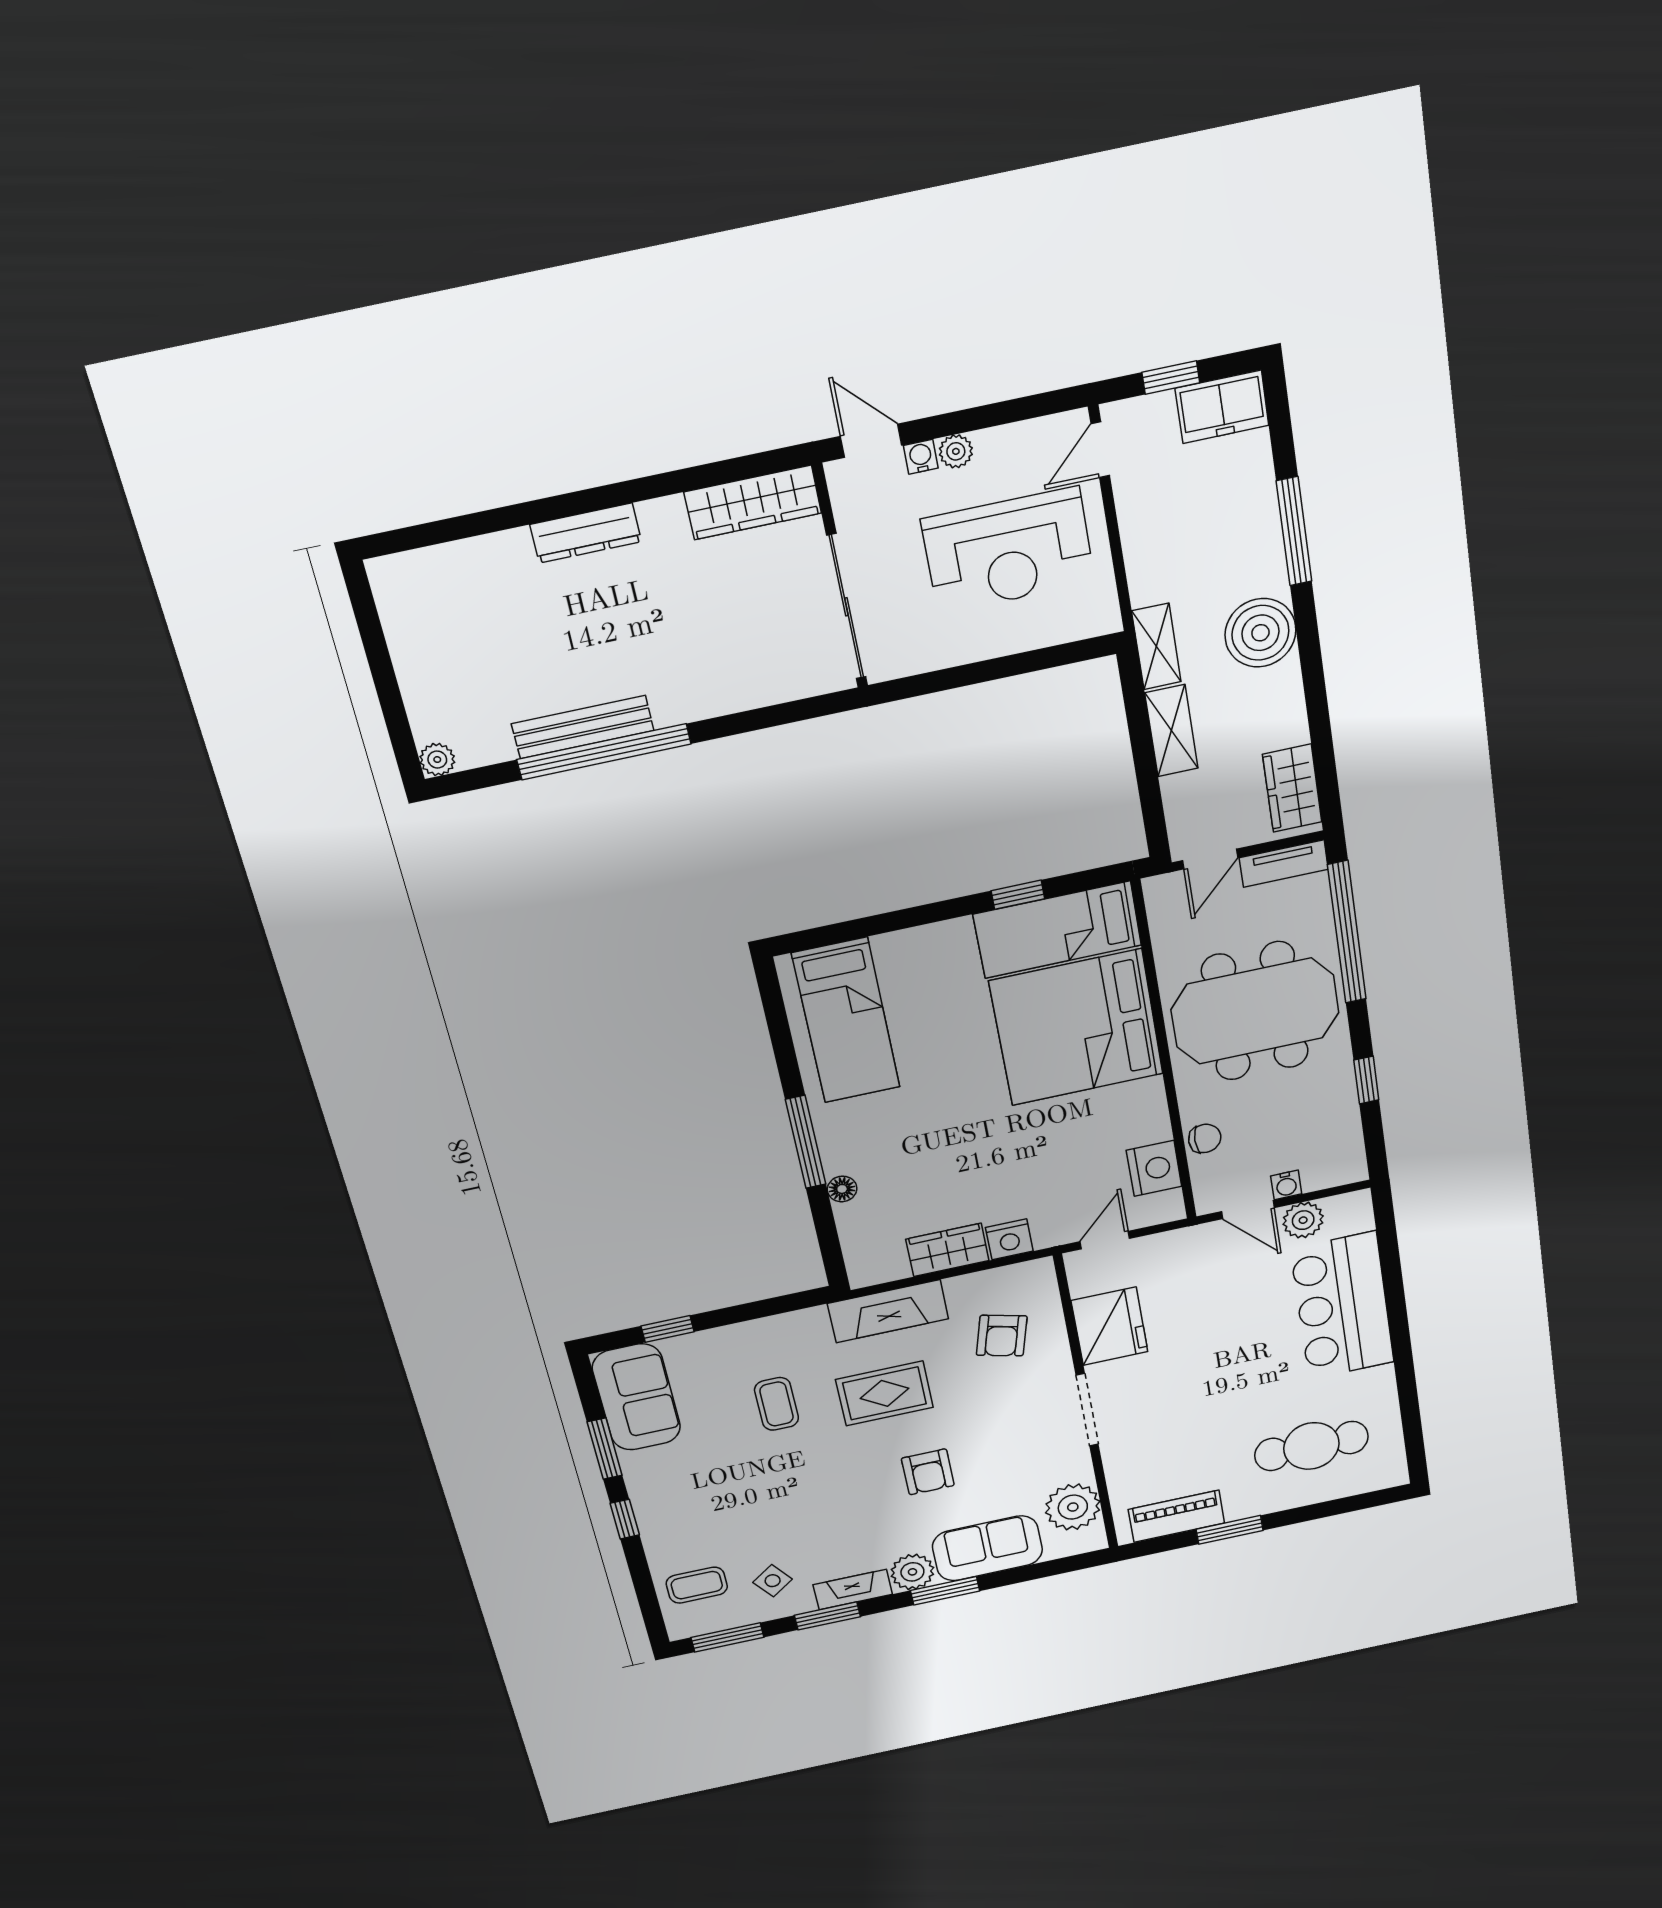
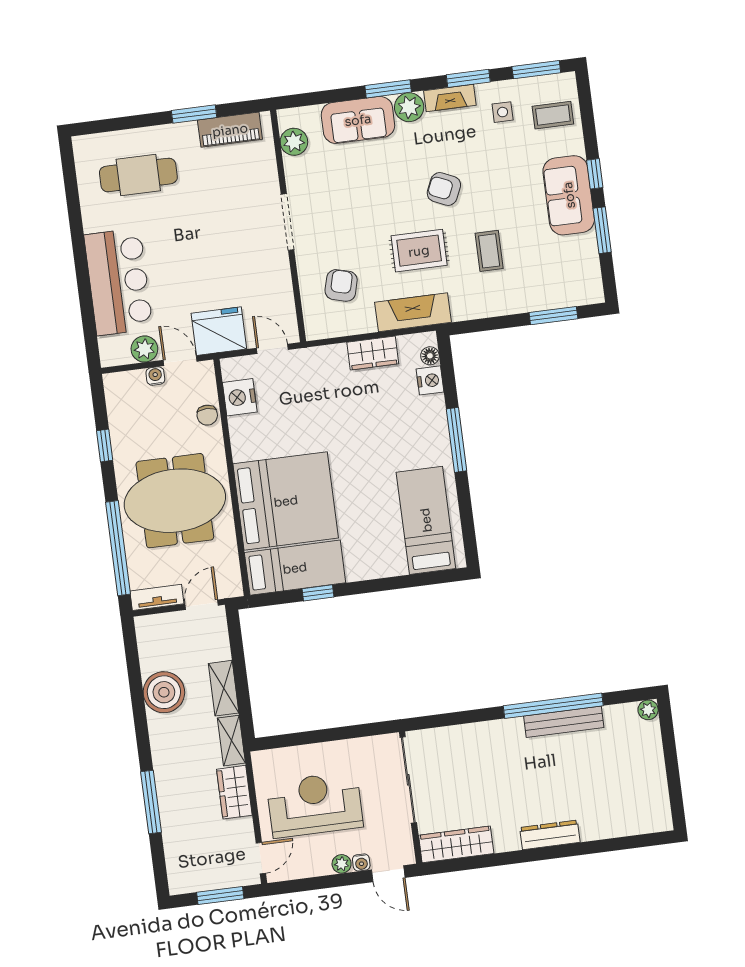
window: (1171, 377) -> (220, 895), width x1.50
freezer: (1222, 407) -> (192, 877), removed
boiler: (1260, 633) -> (164, 692), moved
wardrobe: (1292, 788) -> (234, 792), moved, turned 180
chair: (1205, 1138) -> (207, 415), turned -90
floor lamp: (842, 1189) -> (430, 356), moved
nightstand: (1009, 1239) -> (430, 380), moved, turned 90
door: (1105, 1240) -> (272, 349), swing flipped
fridge: (1110, 1326) -> (219, 331), moved, turned 90
window: (668, 1329) -> (553, 316), width x1.50
sofa: (636, 1397) -> (569, 195), moved
armchair: (928, 1472) -> (444, 189), moved, turned -66
plant: (1073, 1507) -> (294, 142), width x0.73, depth x0.73
side table: (773, 1581) -> (503, 112), turned 36

